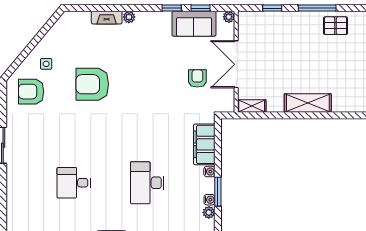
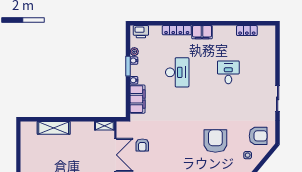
armchair: (92, 84) -> (215, 141), turned -90
shelving: (308, 103) -> (54, 128), moved
desk: (74, 183) -> (228, 72), turned -90

